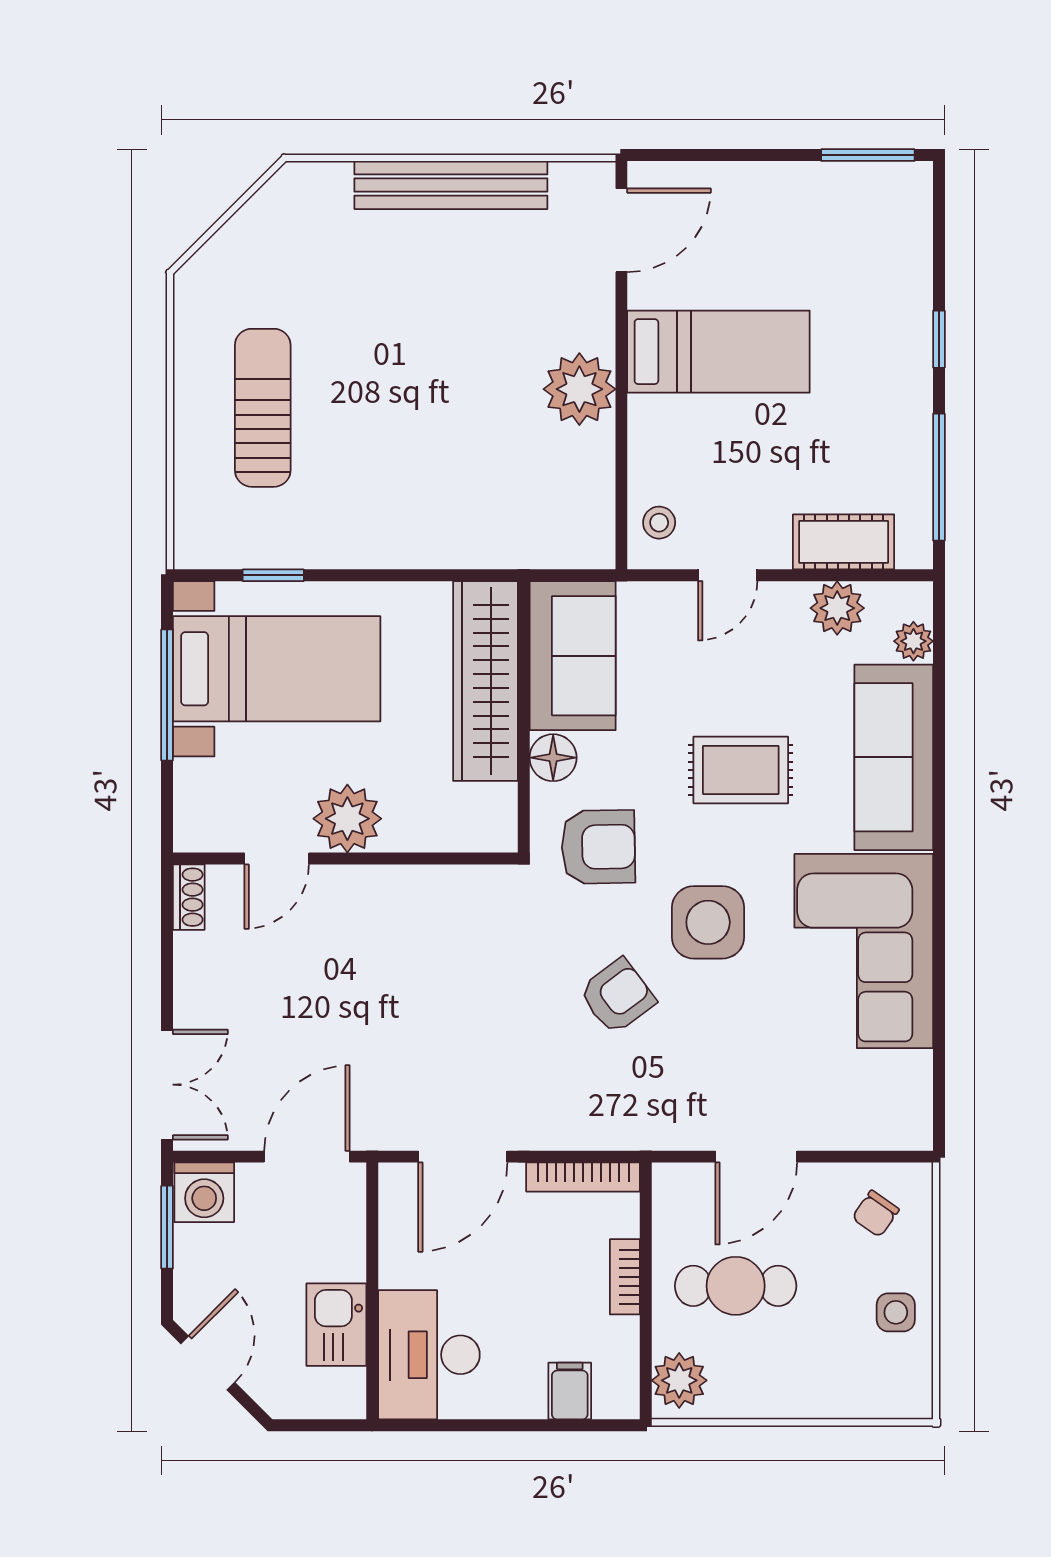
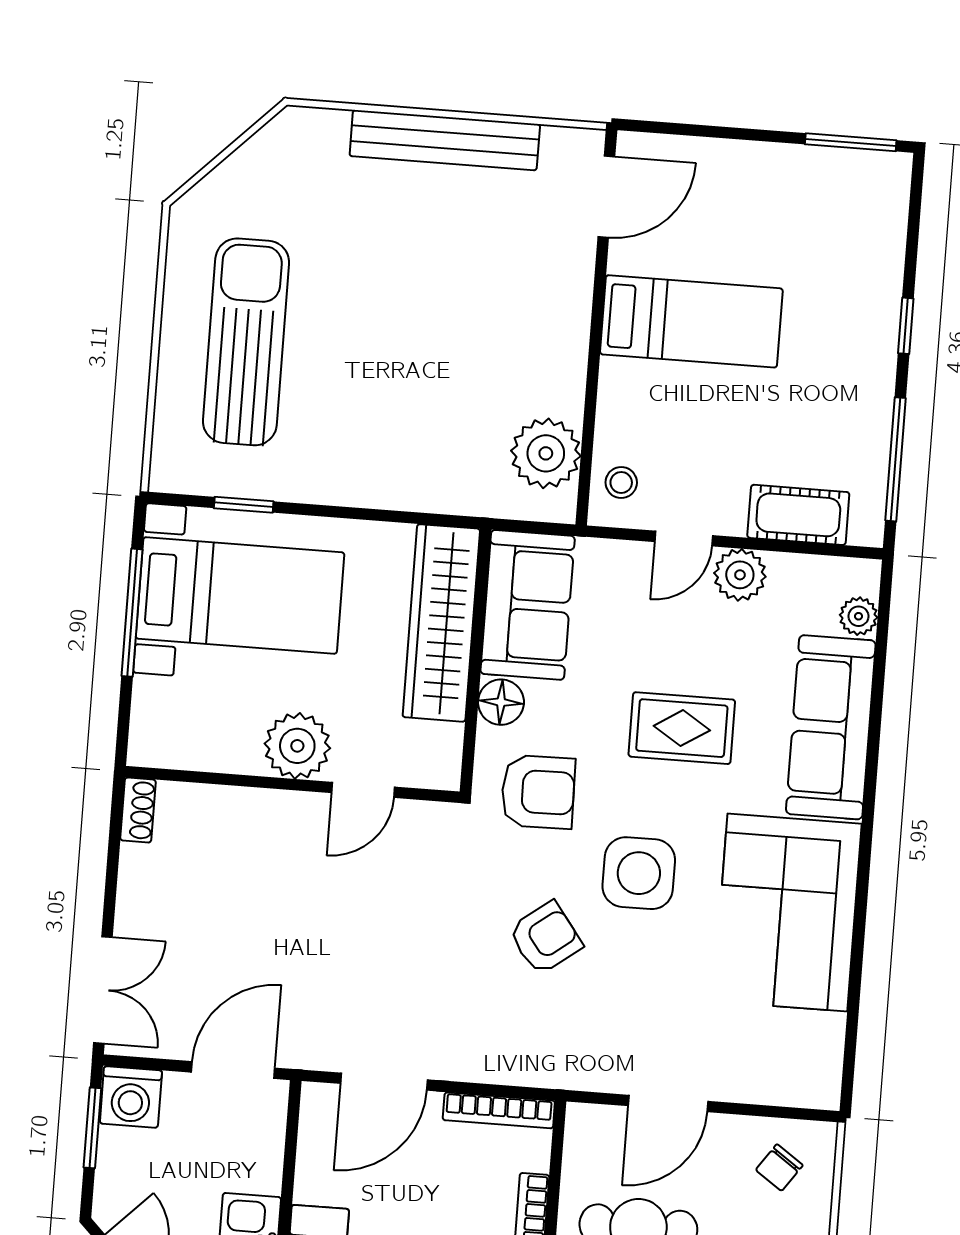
plant: (579, 389) -> (546, 453), moved
sun lounger: (263, 408) -> (246, 342), width x1.36, depth x1.34
plant: (837, 608) -> (740, 575), moved
door: (277, 859) -> (363, 790), moved

